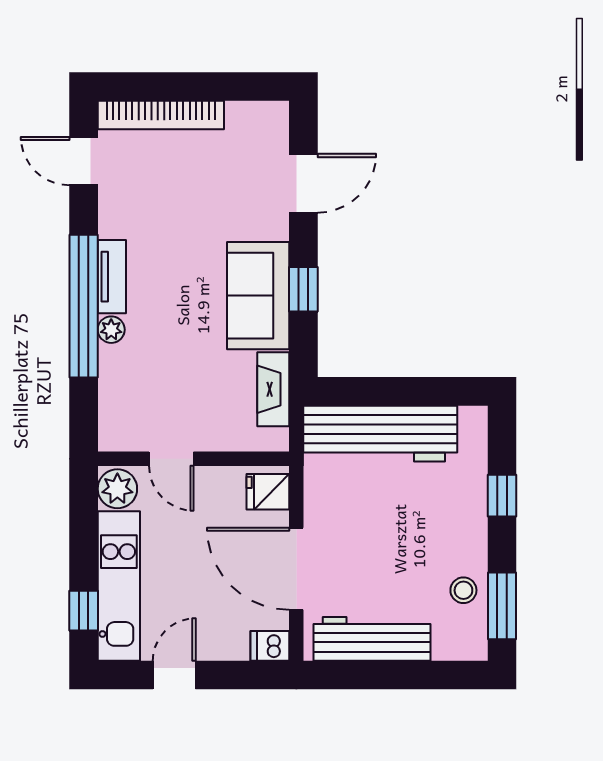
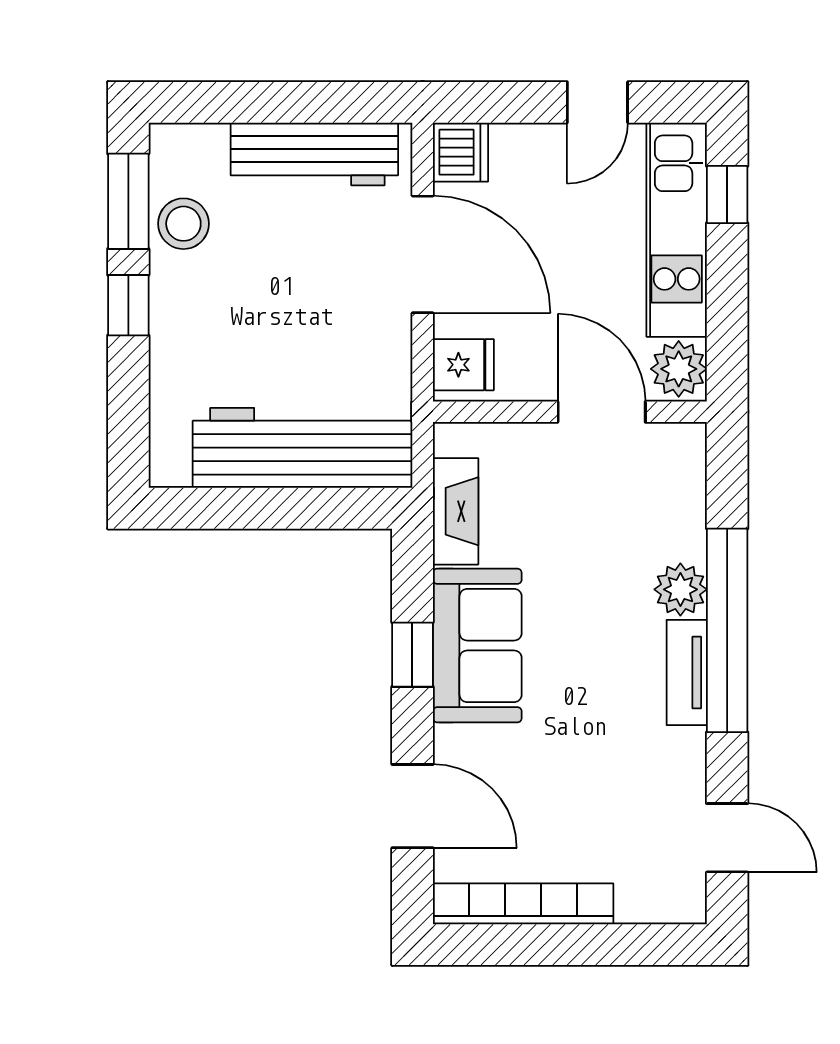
bookcase: (161, 115) -> (523, 904), moved
door: (303, 183) -> (412, 806), swing flipped
plant: (111, 330) -> (680, 589), width x1.38, depth x1.38
door: (171, 459) -> (602, 412), width x1.38
window: (502, 496) -> (128, 305), moved
stool: (463, 590) -> (183, 224), width x1.37, depth x1.37
dishwasher: (270, 646) -> (460, 152), width x1.38

